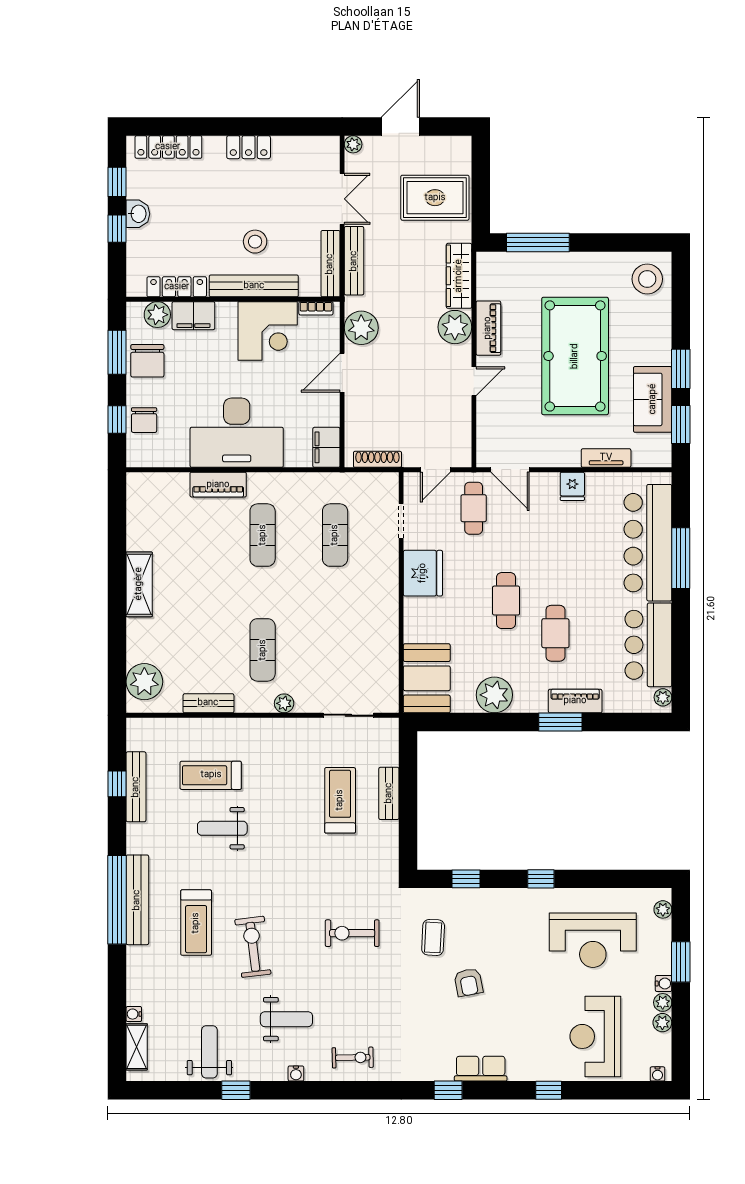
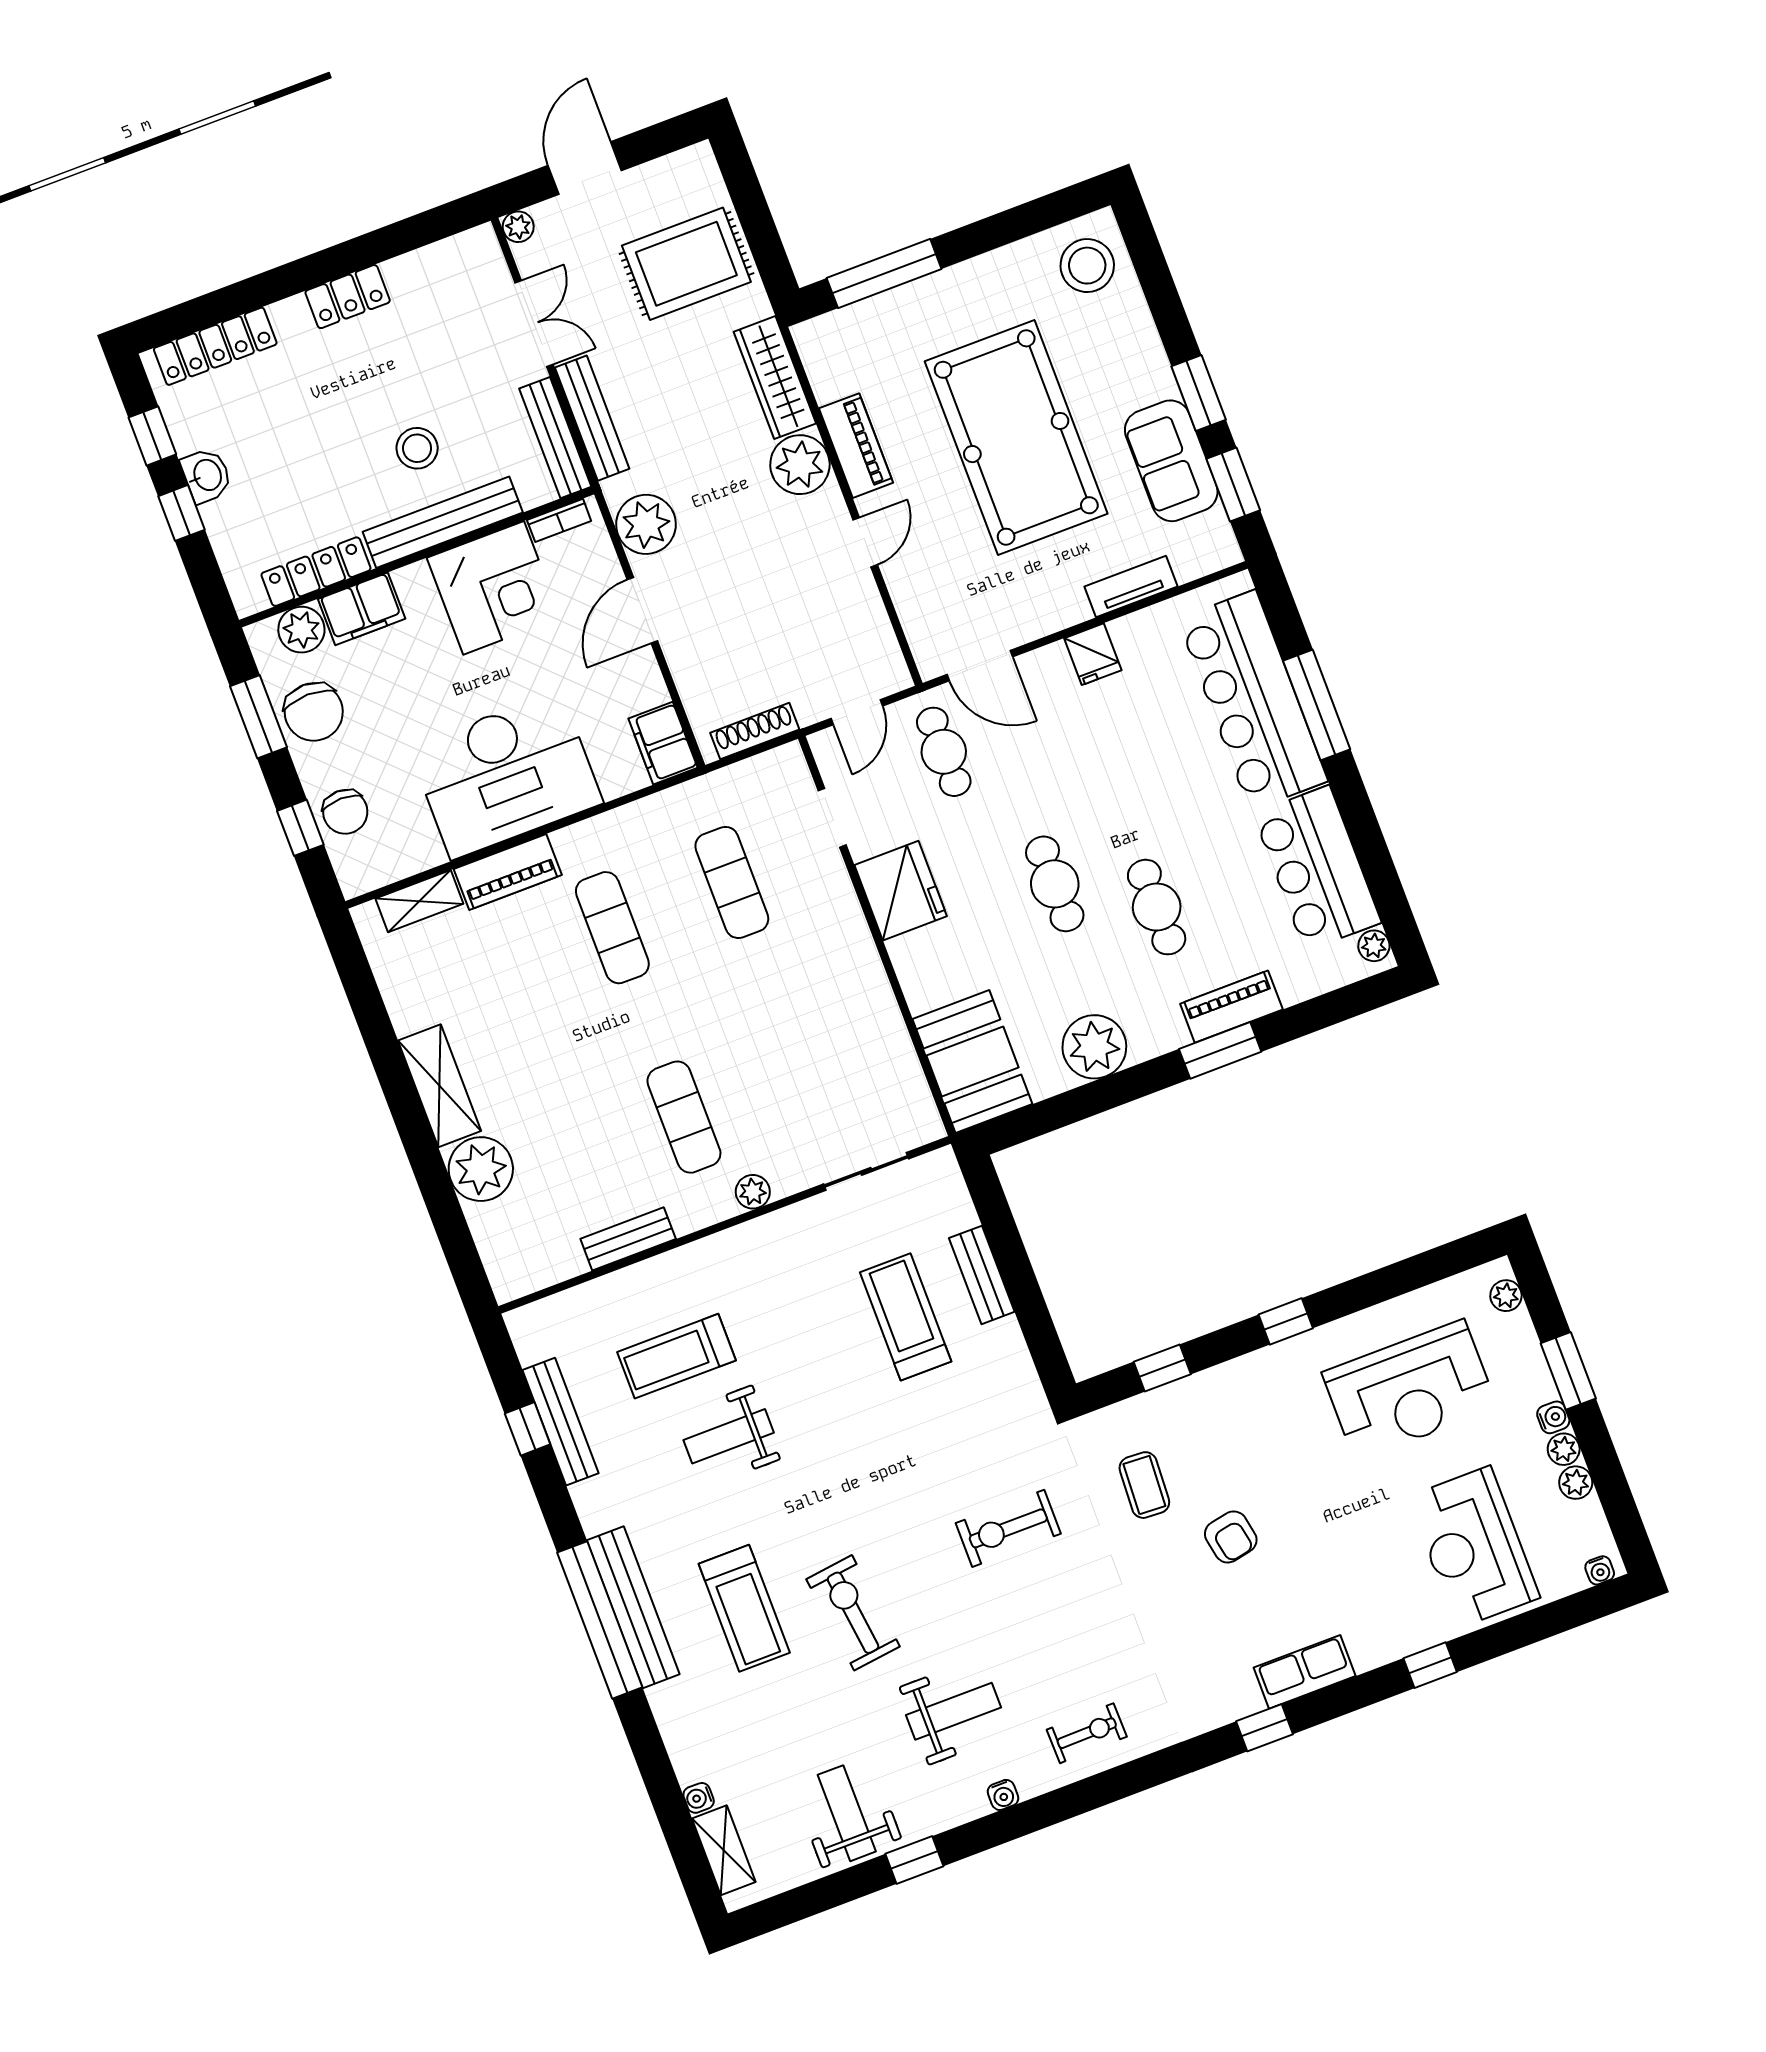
shelving: (165, 482) -> (419, 901), added
plant: (144, 682) -> (481, 1169), moved

